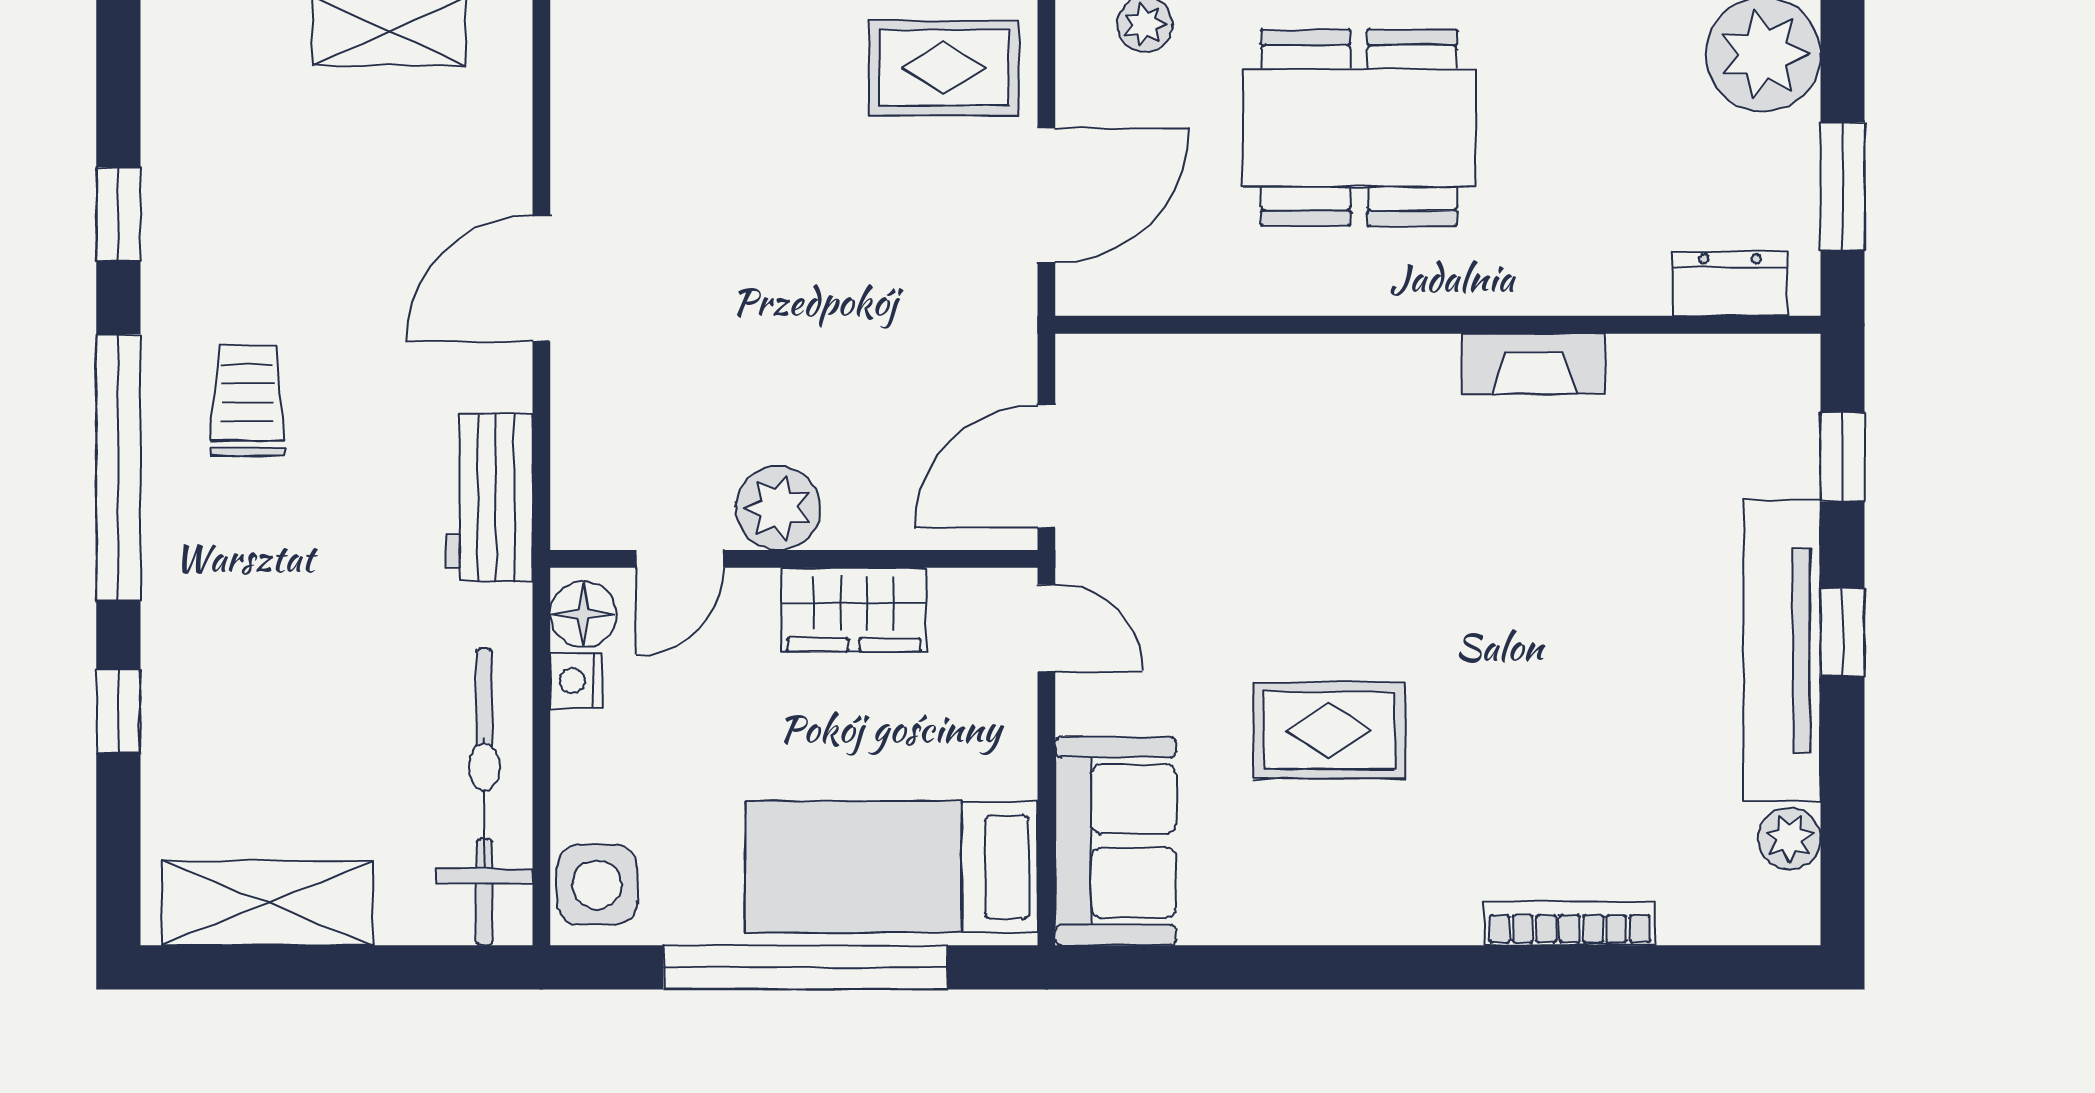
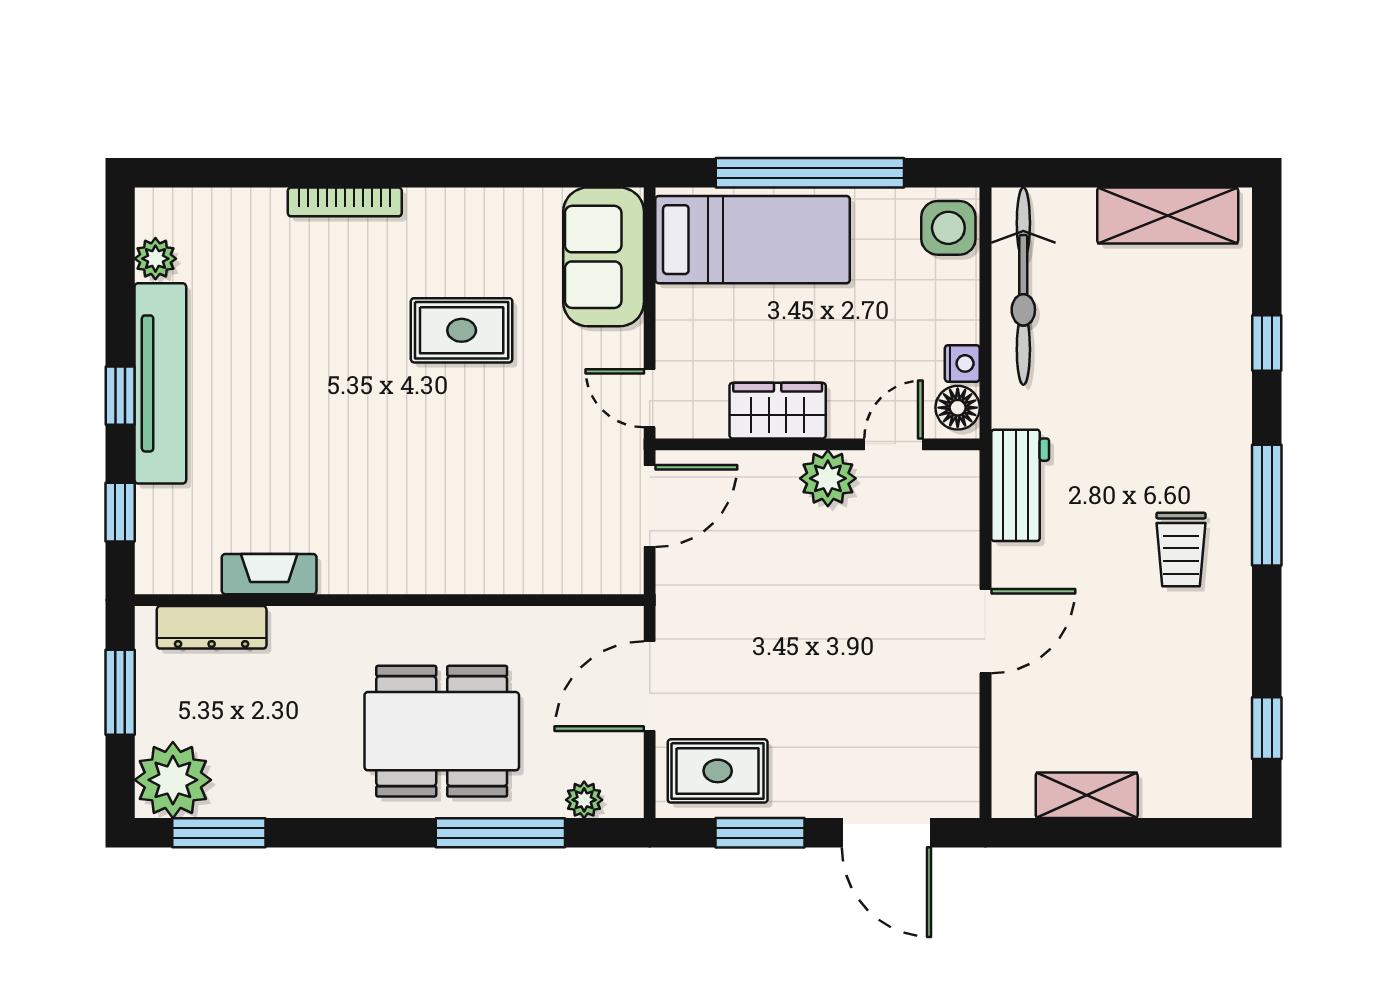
window: (118, 214) -> (1267, 728), moved
dresser: (1730, 284) -> (212, 627), width x1.44
fireplace: (1534, 364) -> (269, 574), moved
window: (118, 467) -> (1267, 505), width x0.68
bookcase: (1570, 923) -> (345, 202), moved

